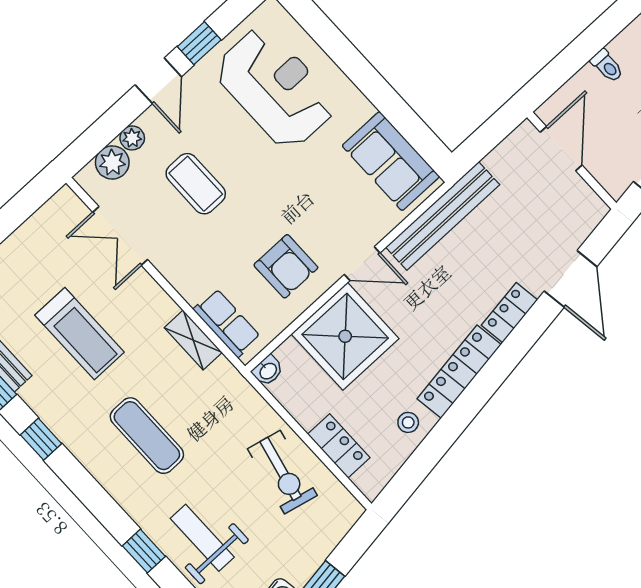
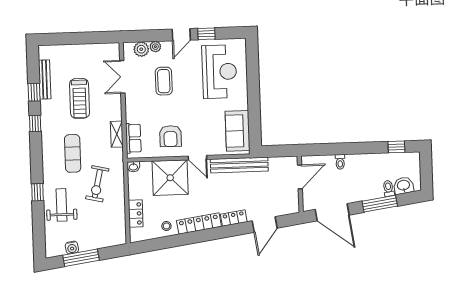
exercise bike: (282, 472) -> (97, 184), moved

